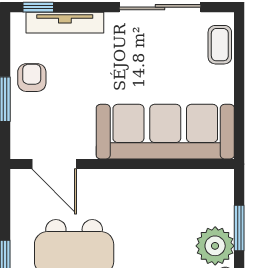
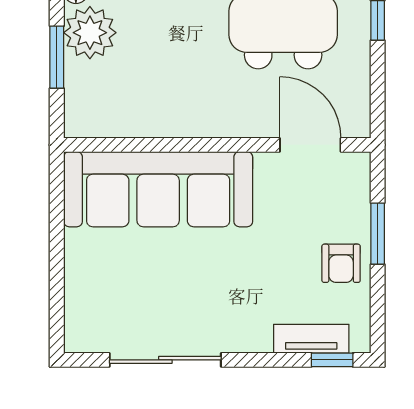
tv unit: (65, 23) -> (311, 339), width x0.71
coffee table: (220, 45) -> (83, 308), removed

